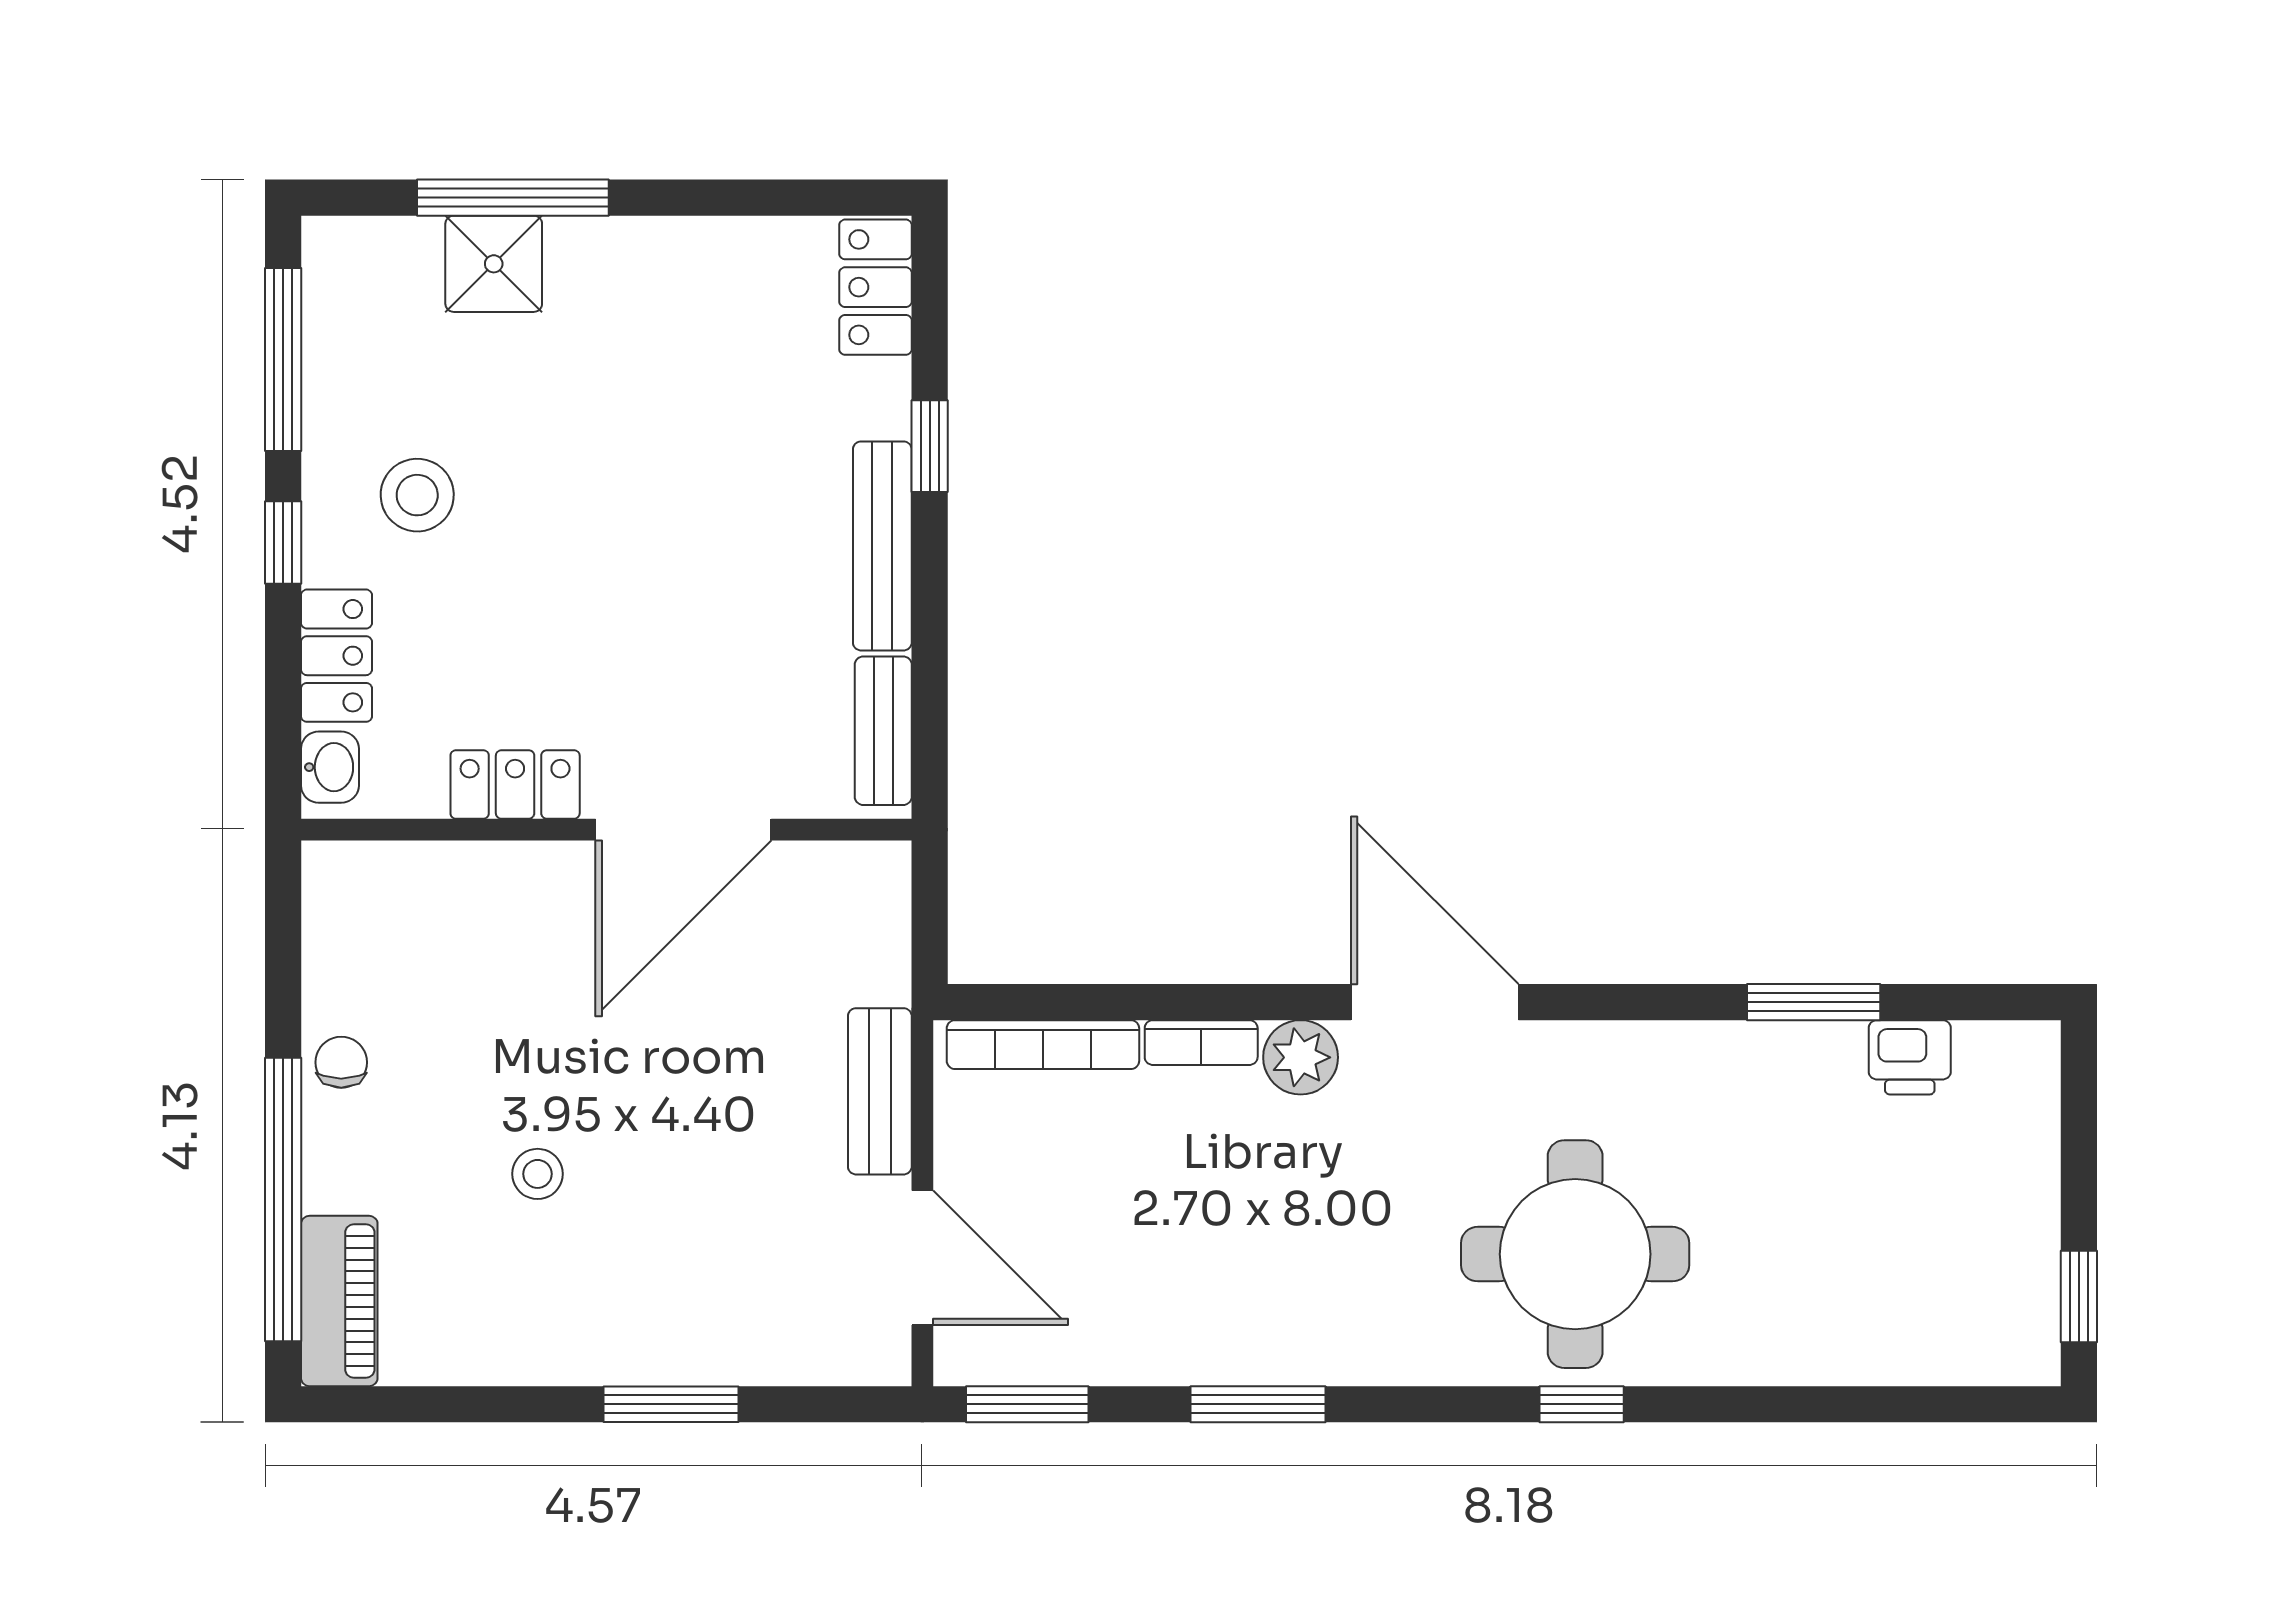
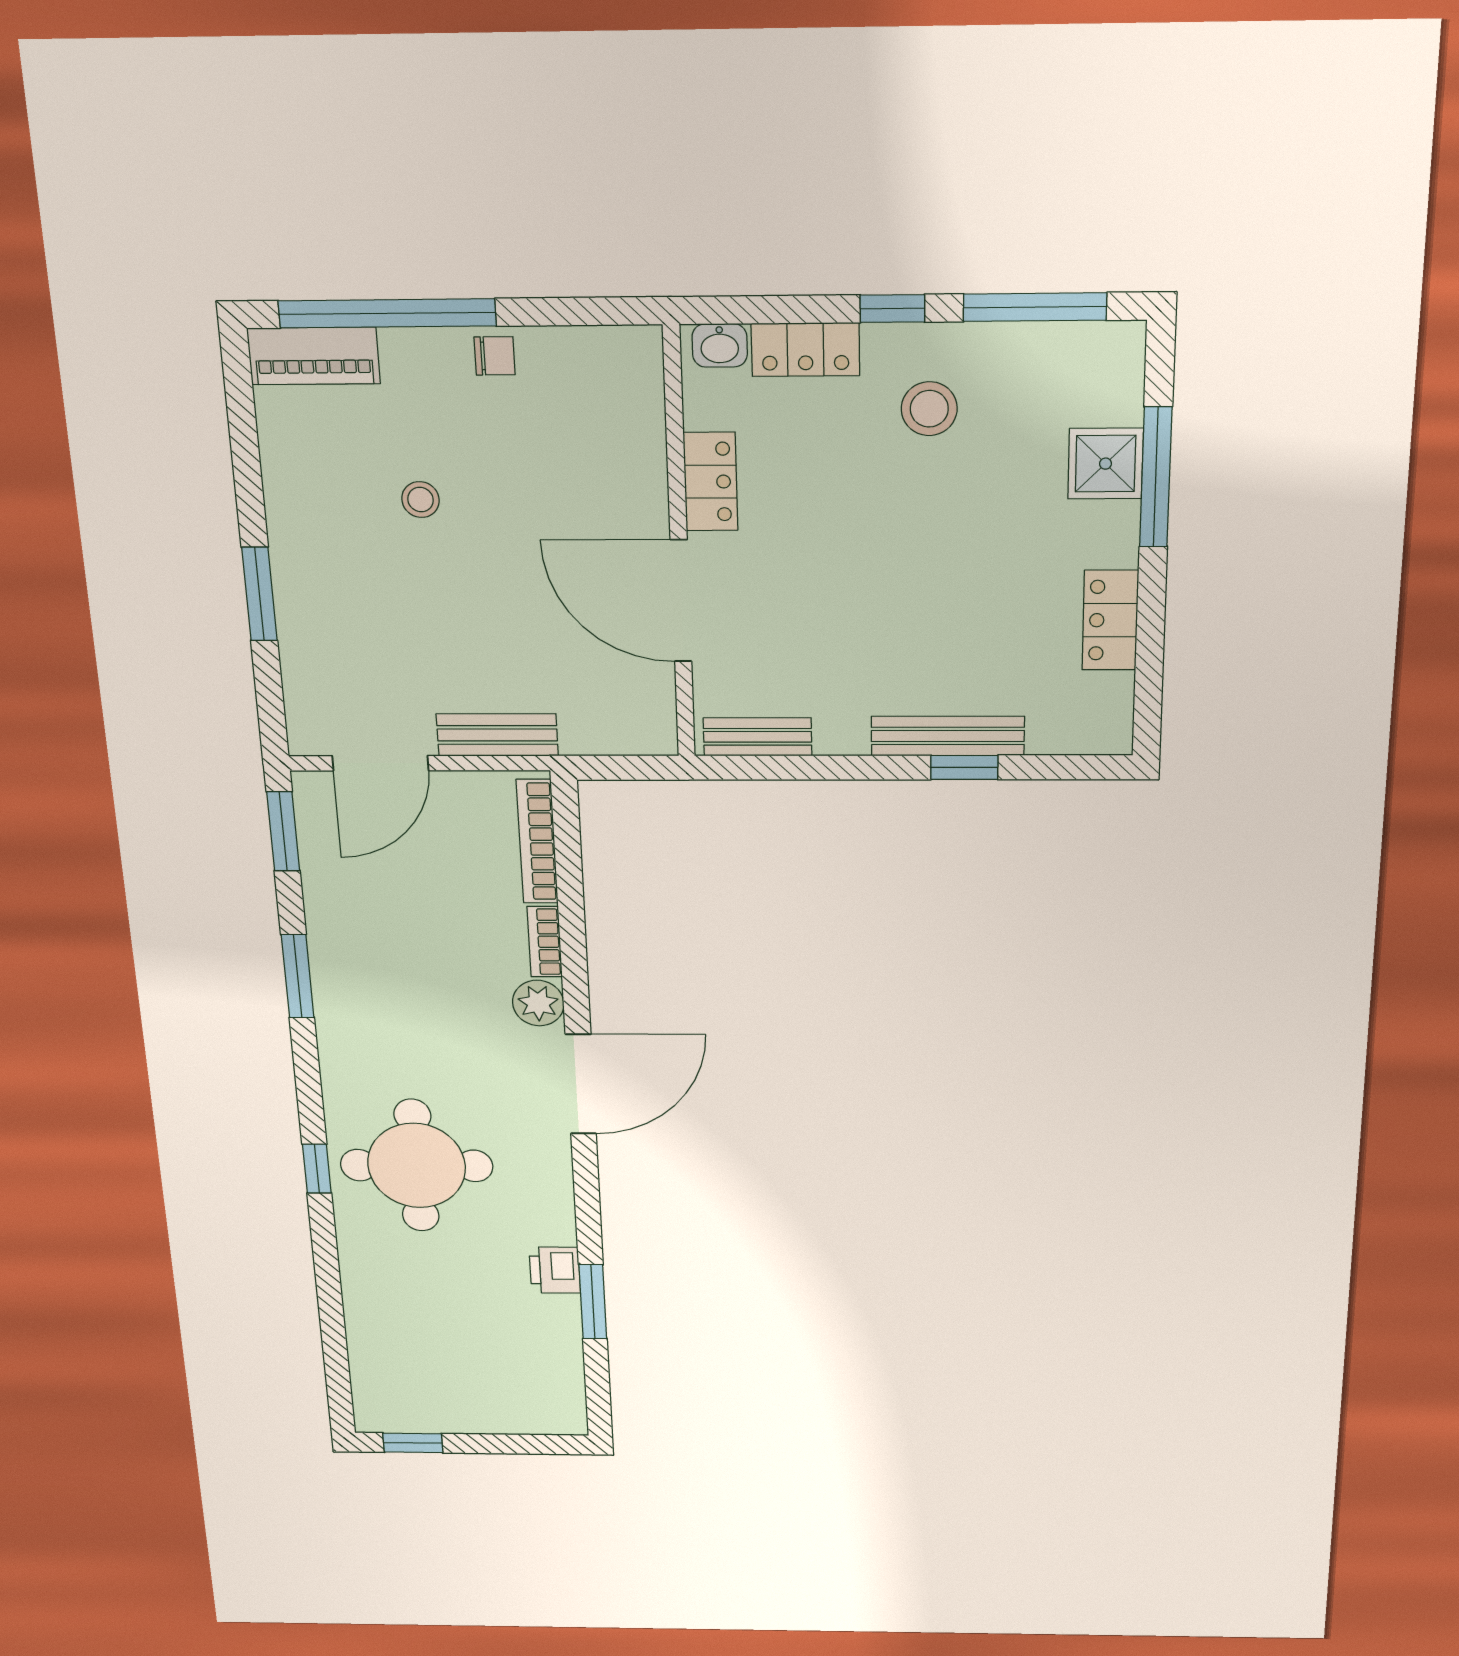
locker: (875, 287) -> (1110, 620), moved, turned -90
bench: (882, 546) -> (948, 736), moved
printer: (1910, 1057) -> (555, 1270), moved

